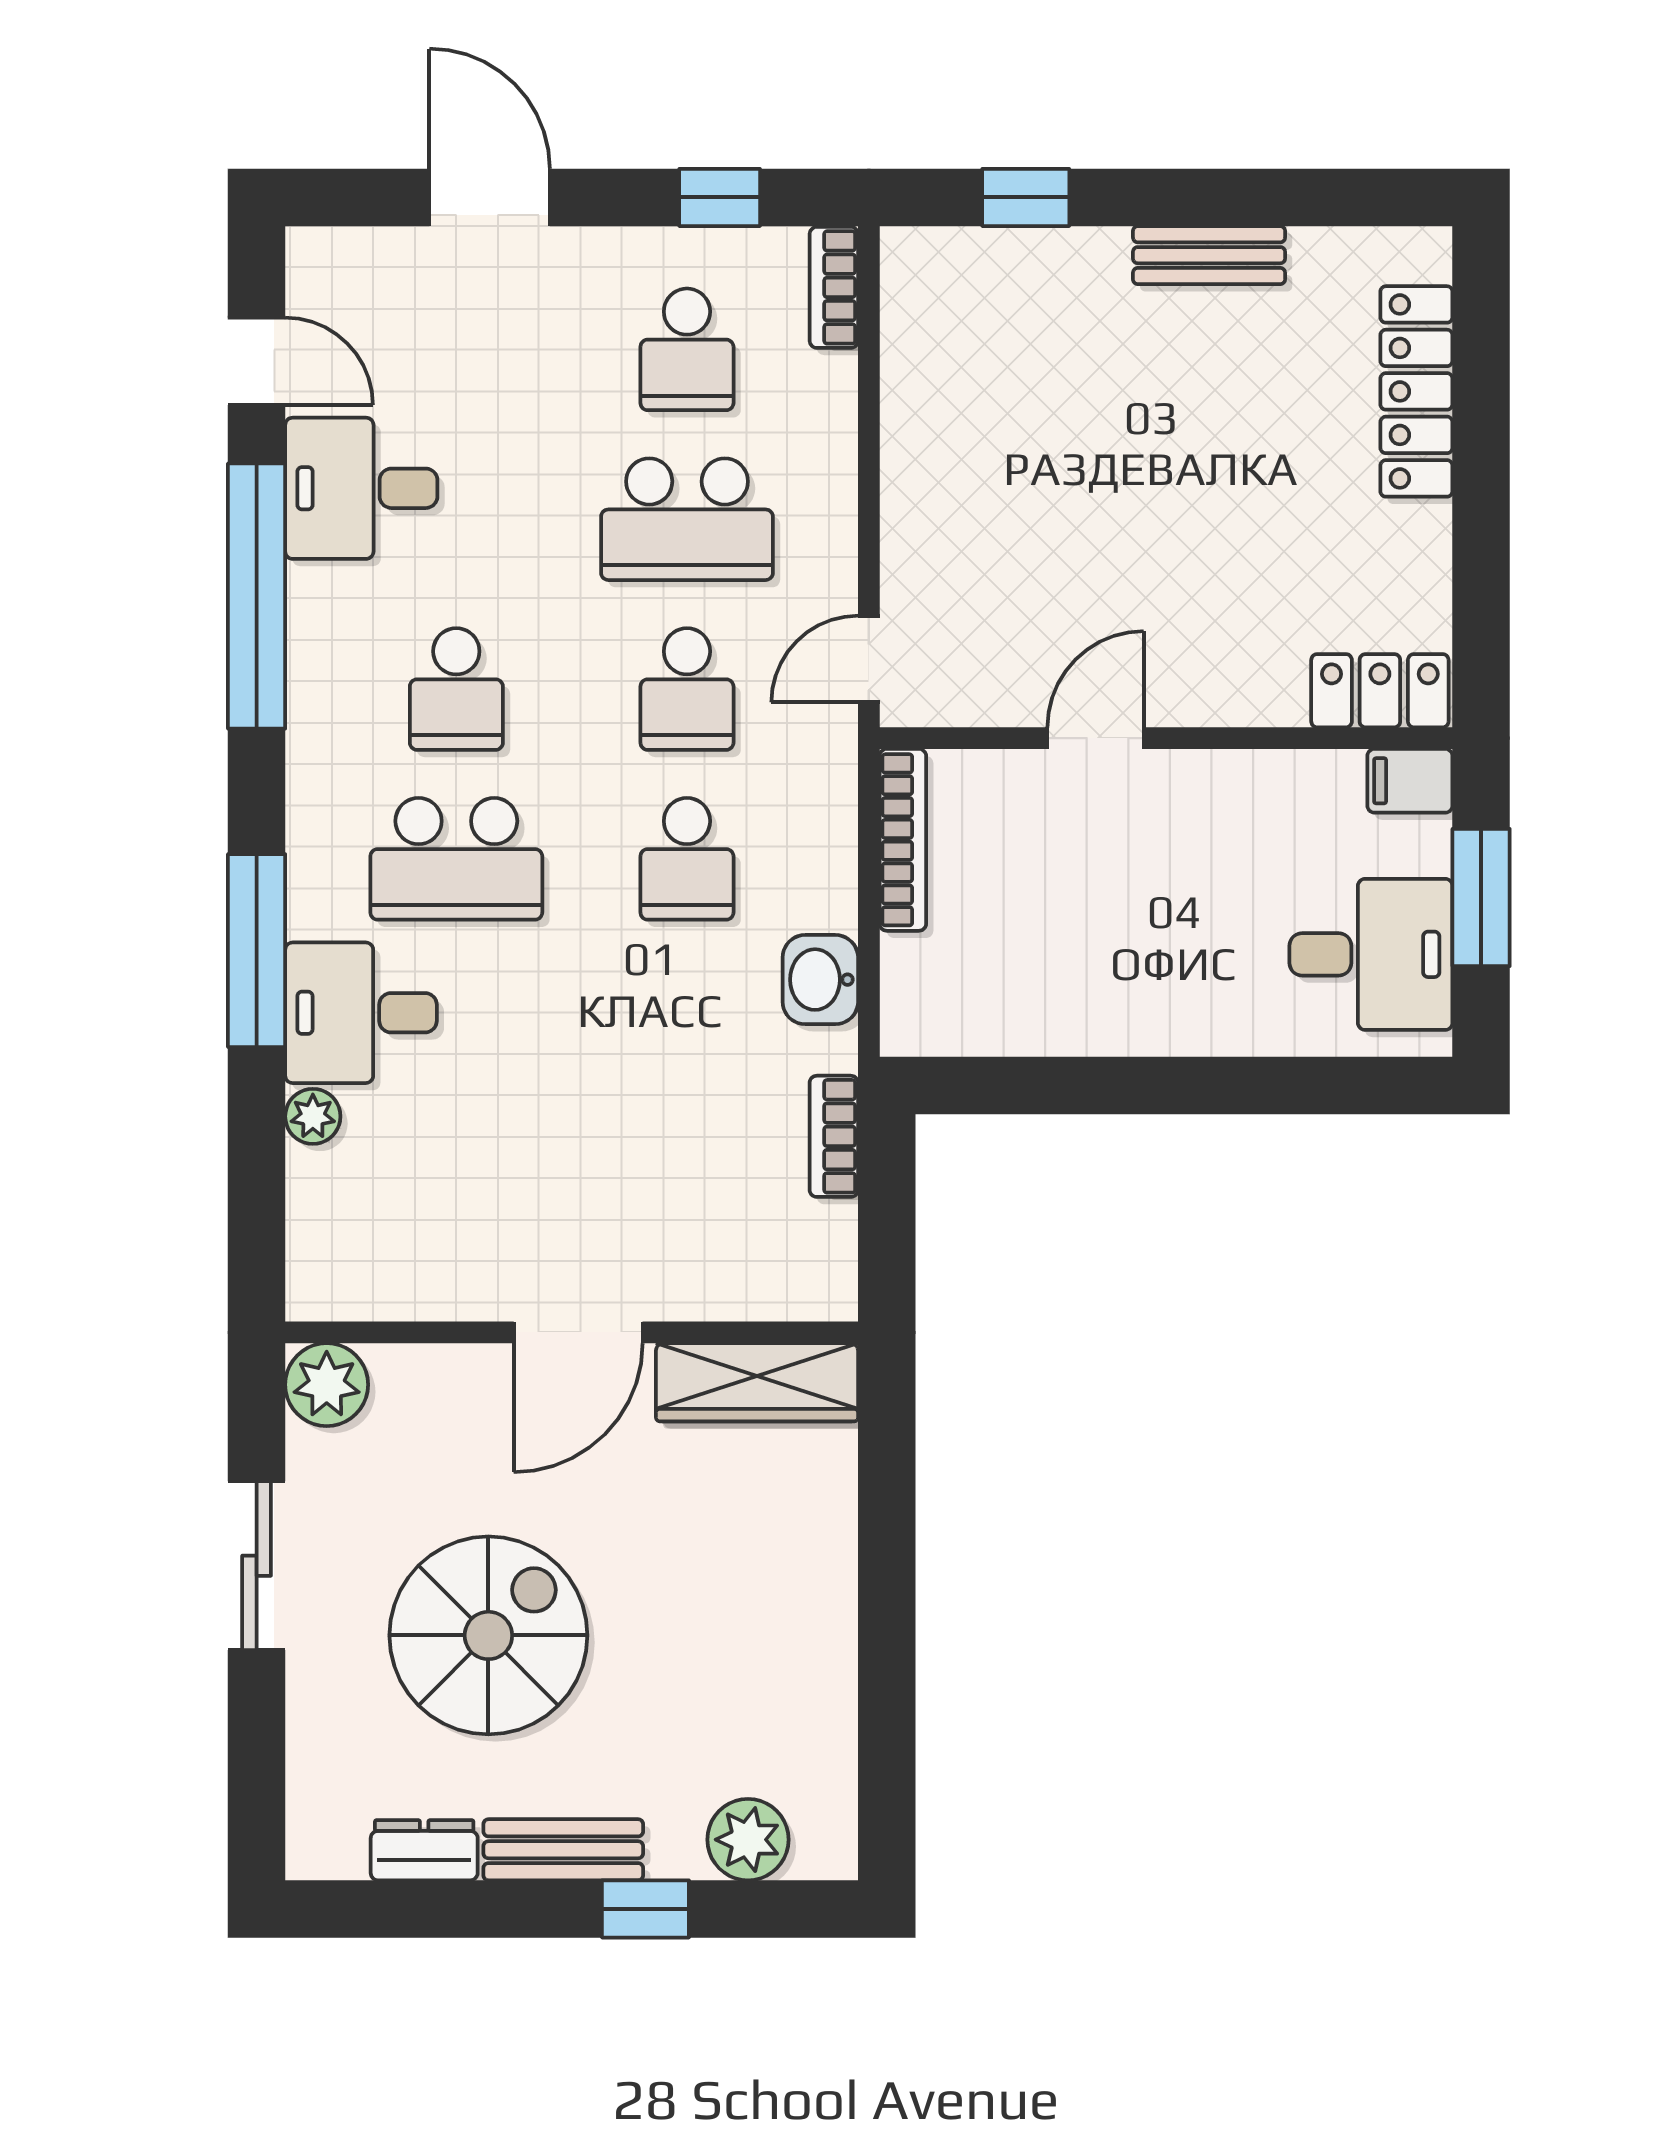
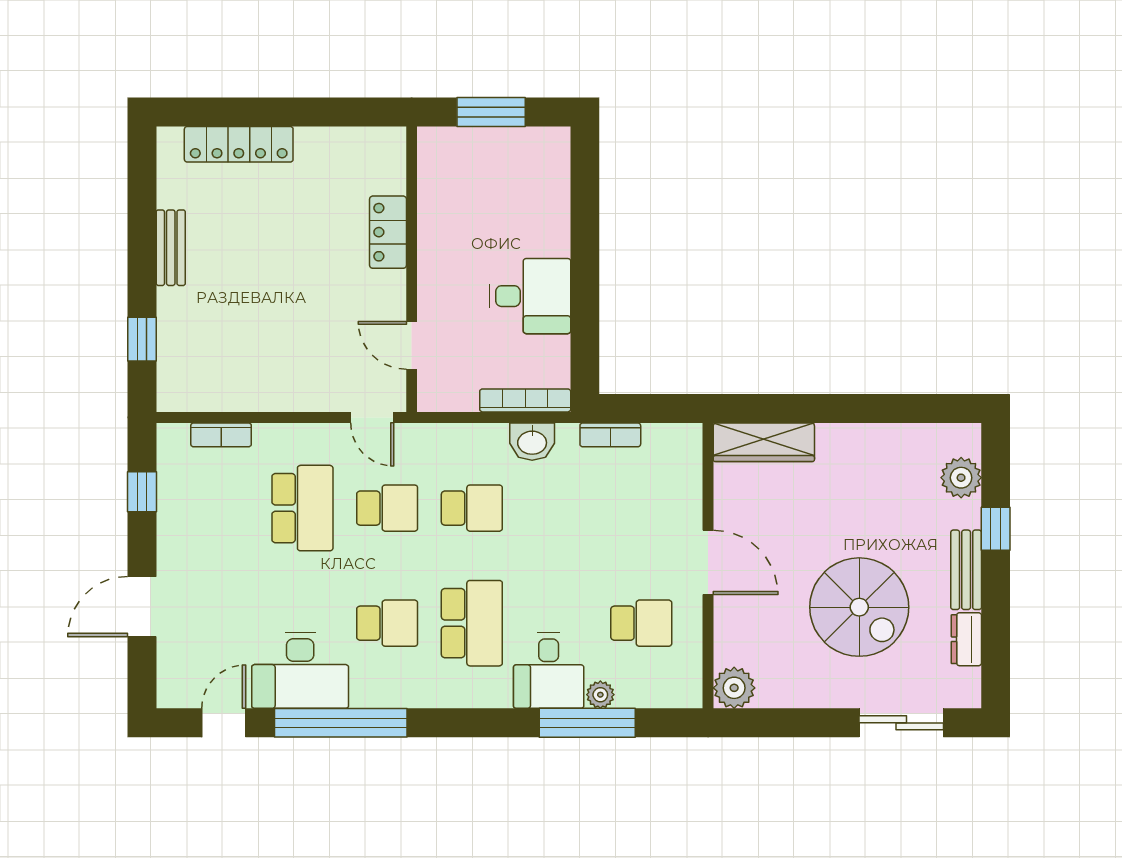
bookcase: (834, 287) -> (221, 435), moved
school desk: (687, 349) -> (641, 623), moved
desk: (361, 488) -> (300, 671), width x1.37
locker: (1380, 691) -> (388, 232), moved
door: (1095, 738) -> (412, 345), moved
filing cabinet: (1410, 781) -> (433, 148), removed
bookcase: (903, 840) -> (525, 400), moved
window: (257, 951) -> (587, 723), moved
desk: (1371, 954) -> (530, 296), moved, turned 90
wardrobe: (757, 1382) -> (764, 442), moved, turned 90
sliding door: (257, 1566) -> (901, 723), moved
spiral stairs: (488, 1635) -> (859, 607), turned 180

